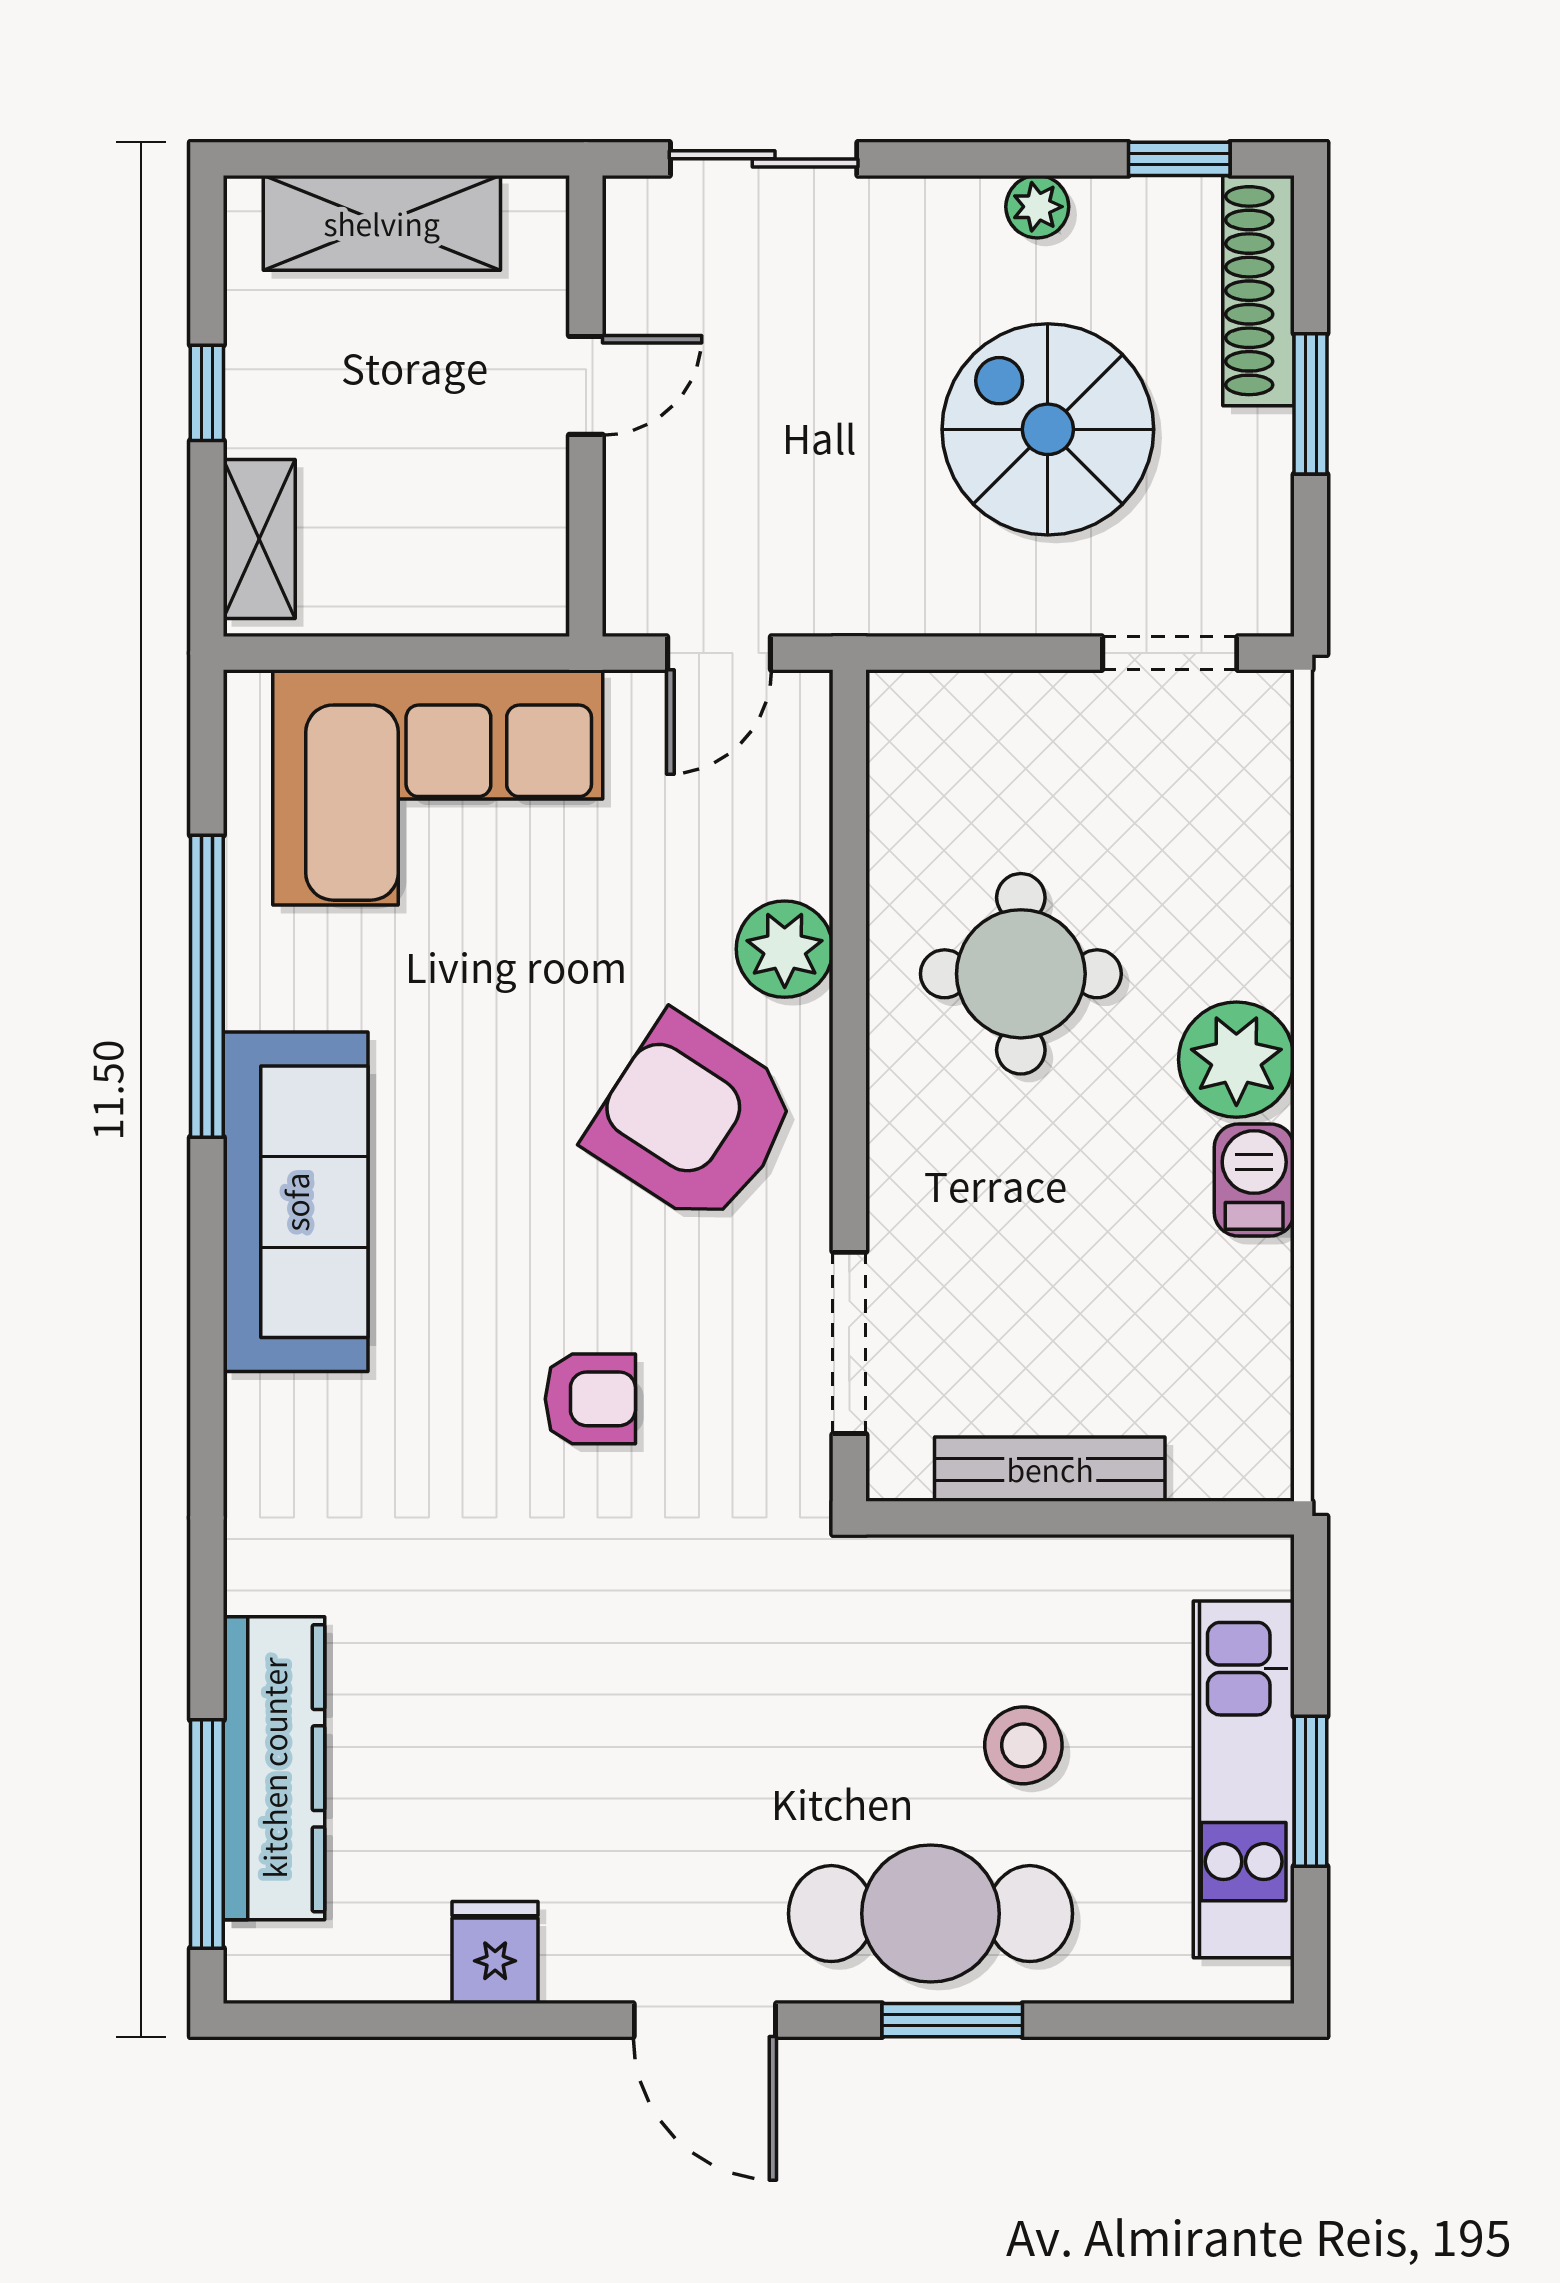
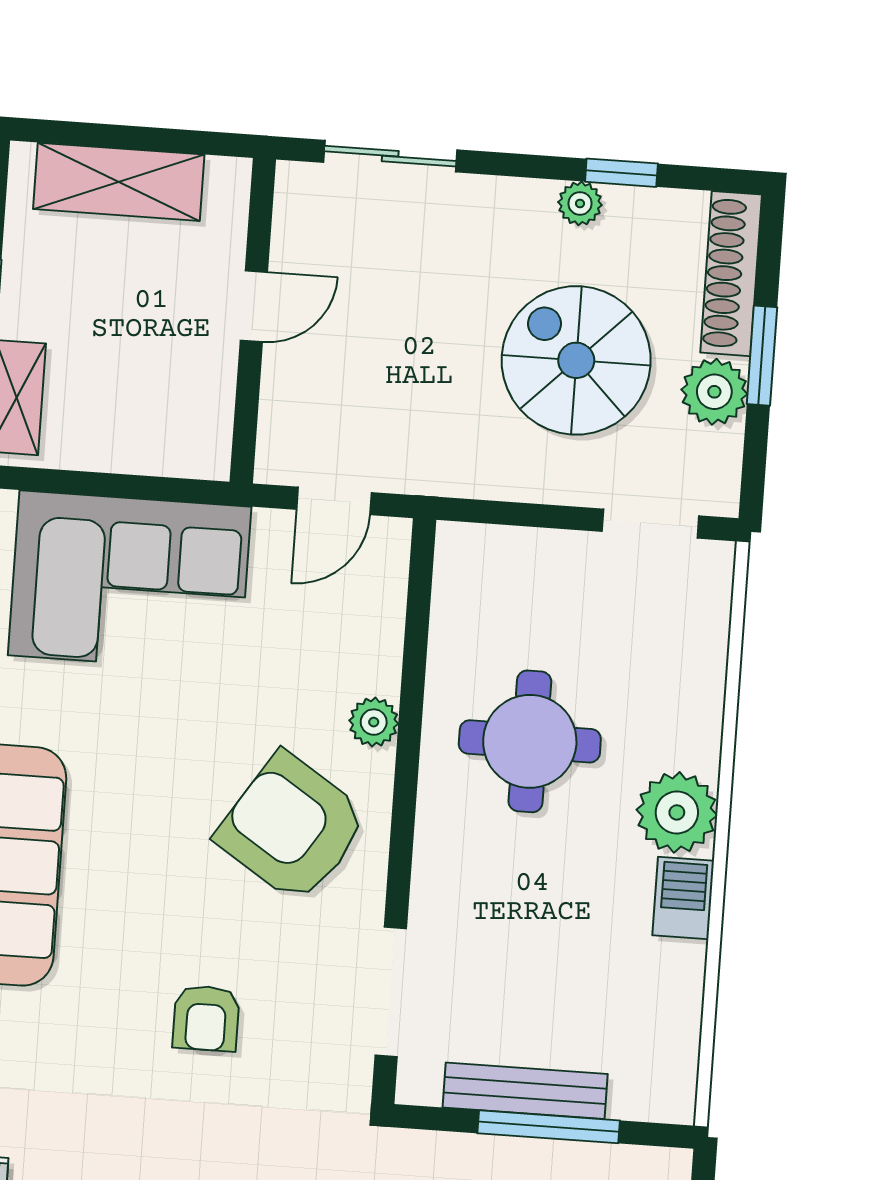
window: (1179, 159) -> (621, 173), moved
plant: (1247, 460) -> (714, 392), added
plant: (785, 949) -> (374, 722), width x0.73, depth x0.73
armchair: (590, 1399) -> (206, 1018), turned 90
window: (1087, 1518) -> (549, 1127), added

